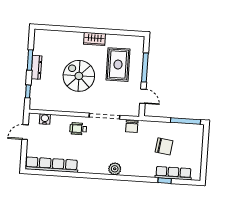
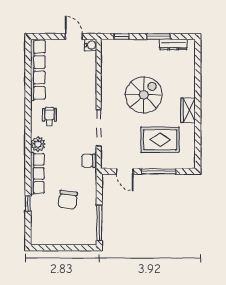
dresser: (36, 67) -> (173, 44), moved
door: (143, 96) -> (125, 171), hinge flipped
water cooler: (45, 119) -> (91, 45), moved
wheelchair: (78, 129) -> (49, 116), moved
row of seats: (173, 173) -> (37, 173), moved

